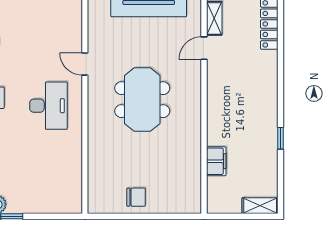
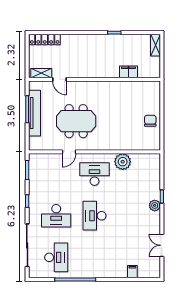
meeting table: (142, 100) -> (76, 121), moved
plant: (69, 152) -> (123, 162), added

